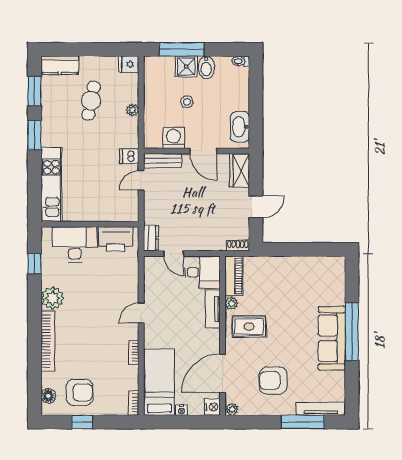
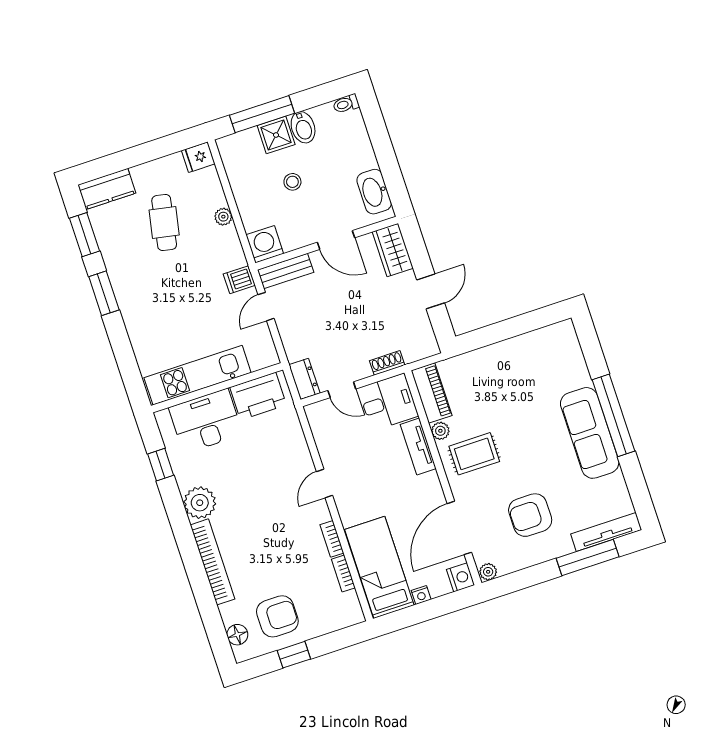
washing machine: (173, 138) -> (265, 244), moved
kitchen unit: (51, 184) -> (198, 375), moved, turned -90
shoe rack: (238, 246) -> (387, 363), moved
bookcase: (134, 403) -> (343, 574), moved

